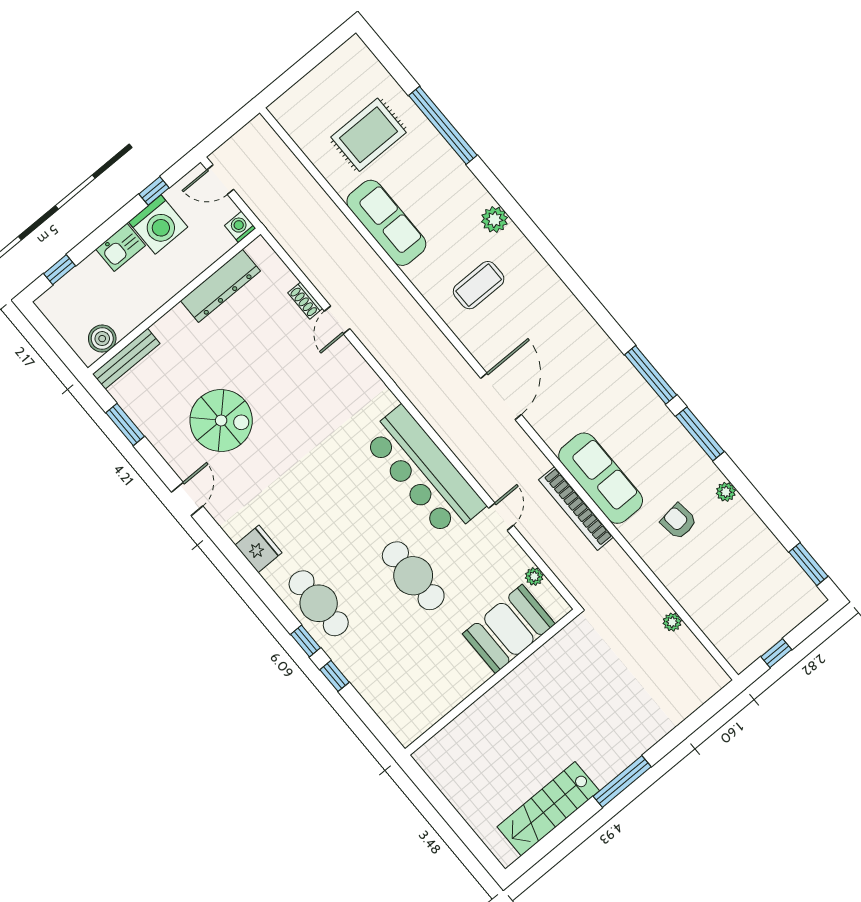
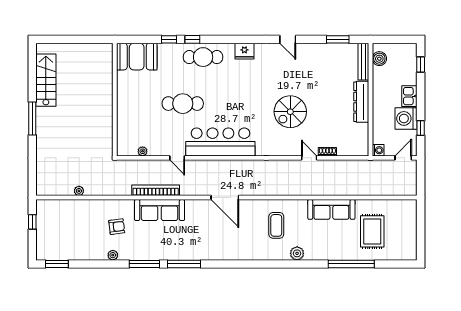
dresser: (220, 286) -> (361, 102), moved
spiral stairs: (221, 420) -> (290, 112), moved
booth: (509, 629) -> (137, 57), moved, turned 90

